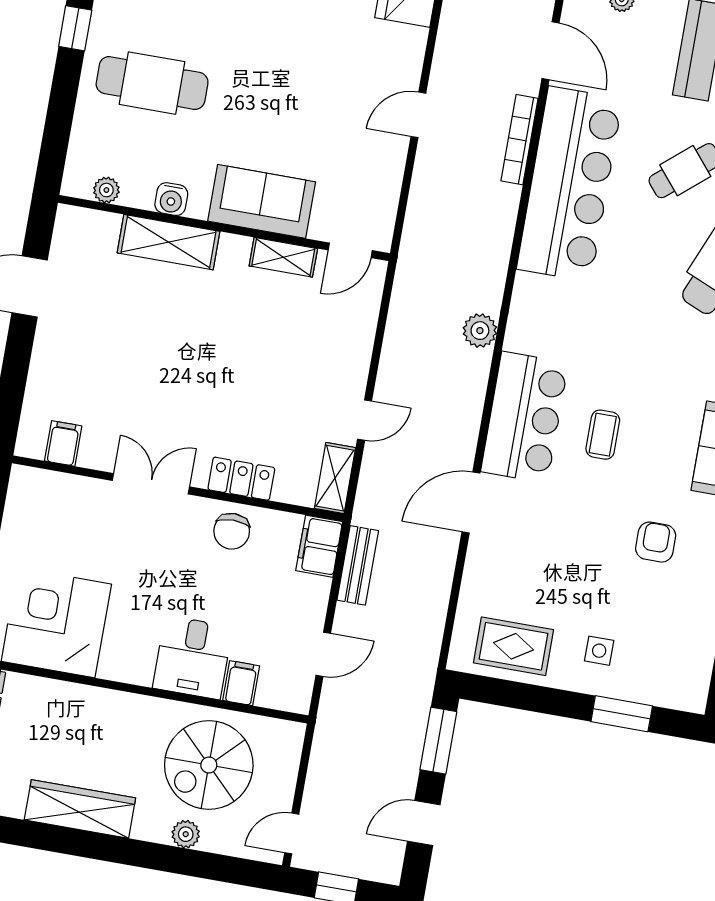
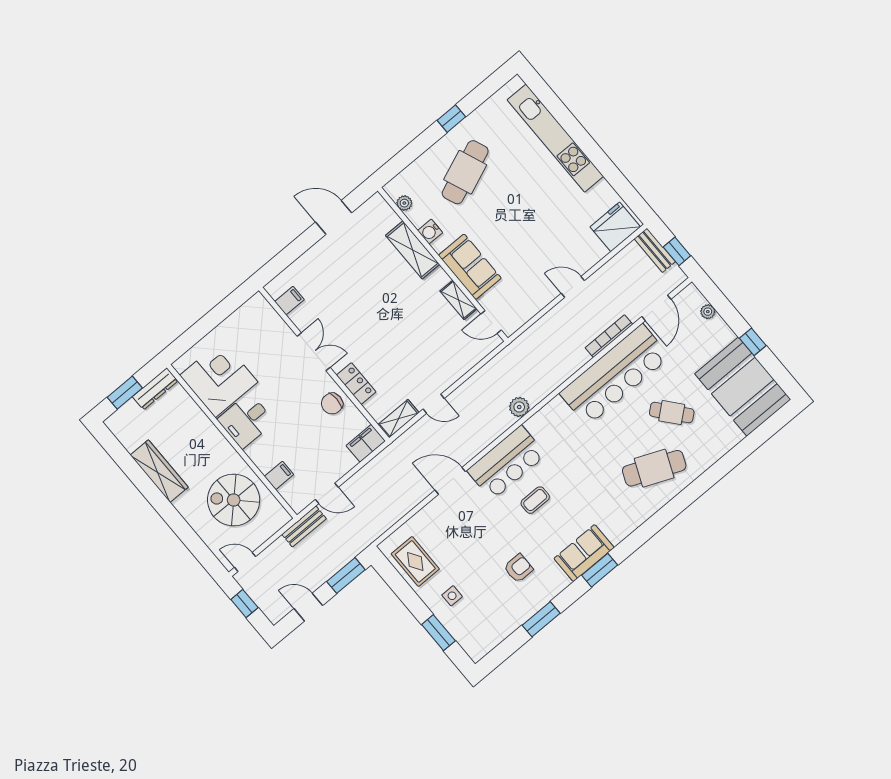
cafe table: (152, 83) -> (465, 172), turned 68
bench: (358, 565) -> (304, 527), moved
desk: (193, 657) -> (246, 421), moved
plant: (186, 834) -> (197, 522), removed

